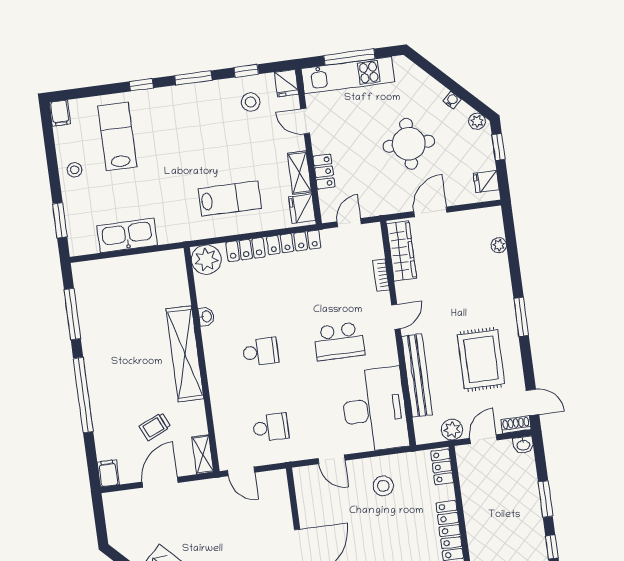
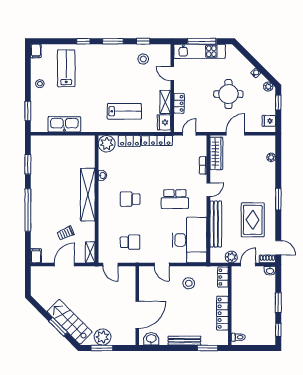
fridge: (286, 83) -> (165, 51), removed
window: (72, 314) -> (28, 164), width x0.69
school desk: (261, 352) -> (130, 199), turned 180

